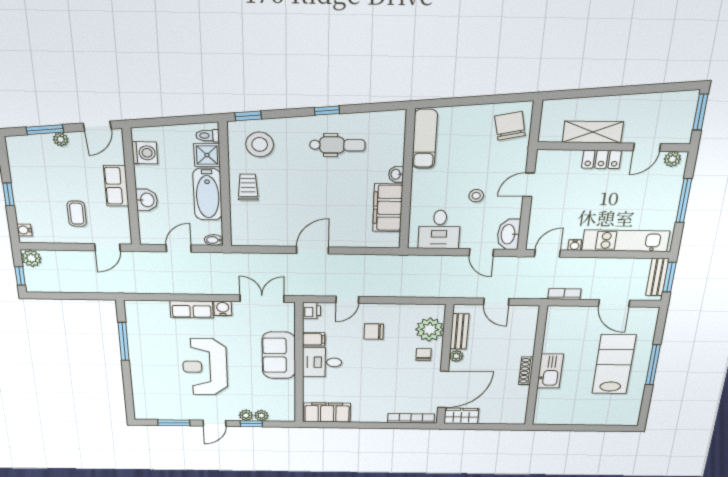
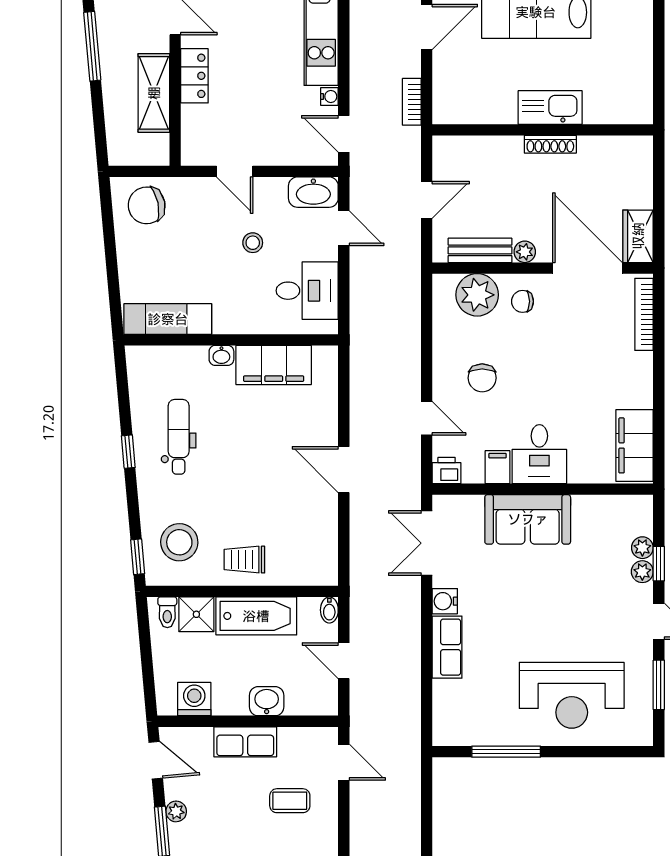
window: (634, 90) -> (92, 46), added
door: (481, 252) -> (344, 228), hinge flipped
reception desk: (205, 367) -> (572, 695), moved

